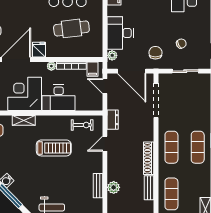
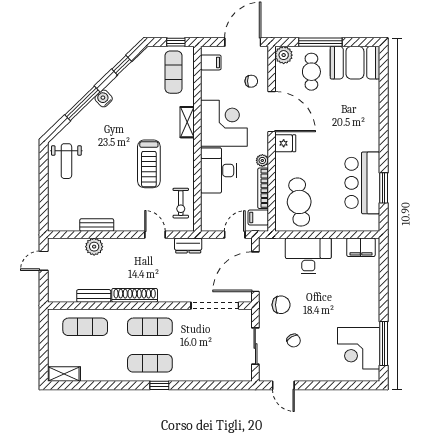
cafe table: (71, 28) -> (299, 202), moved
plant: (112, 55) -> (277, 245), removed

